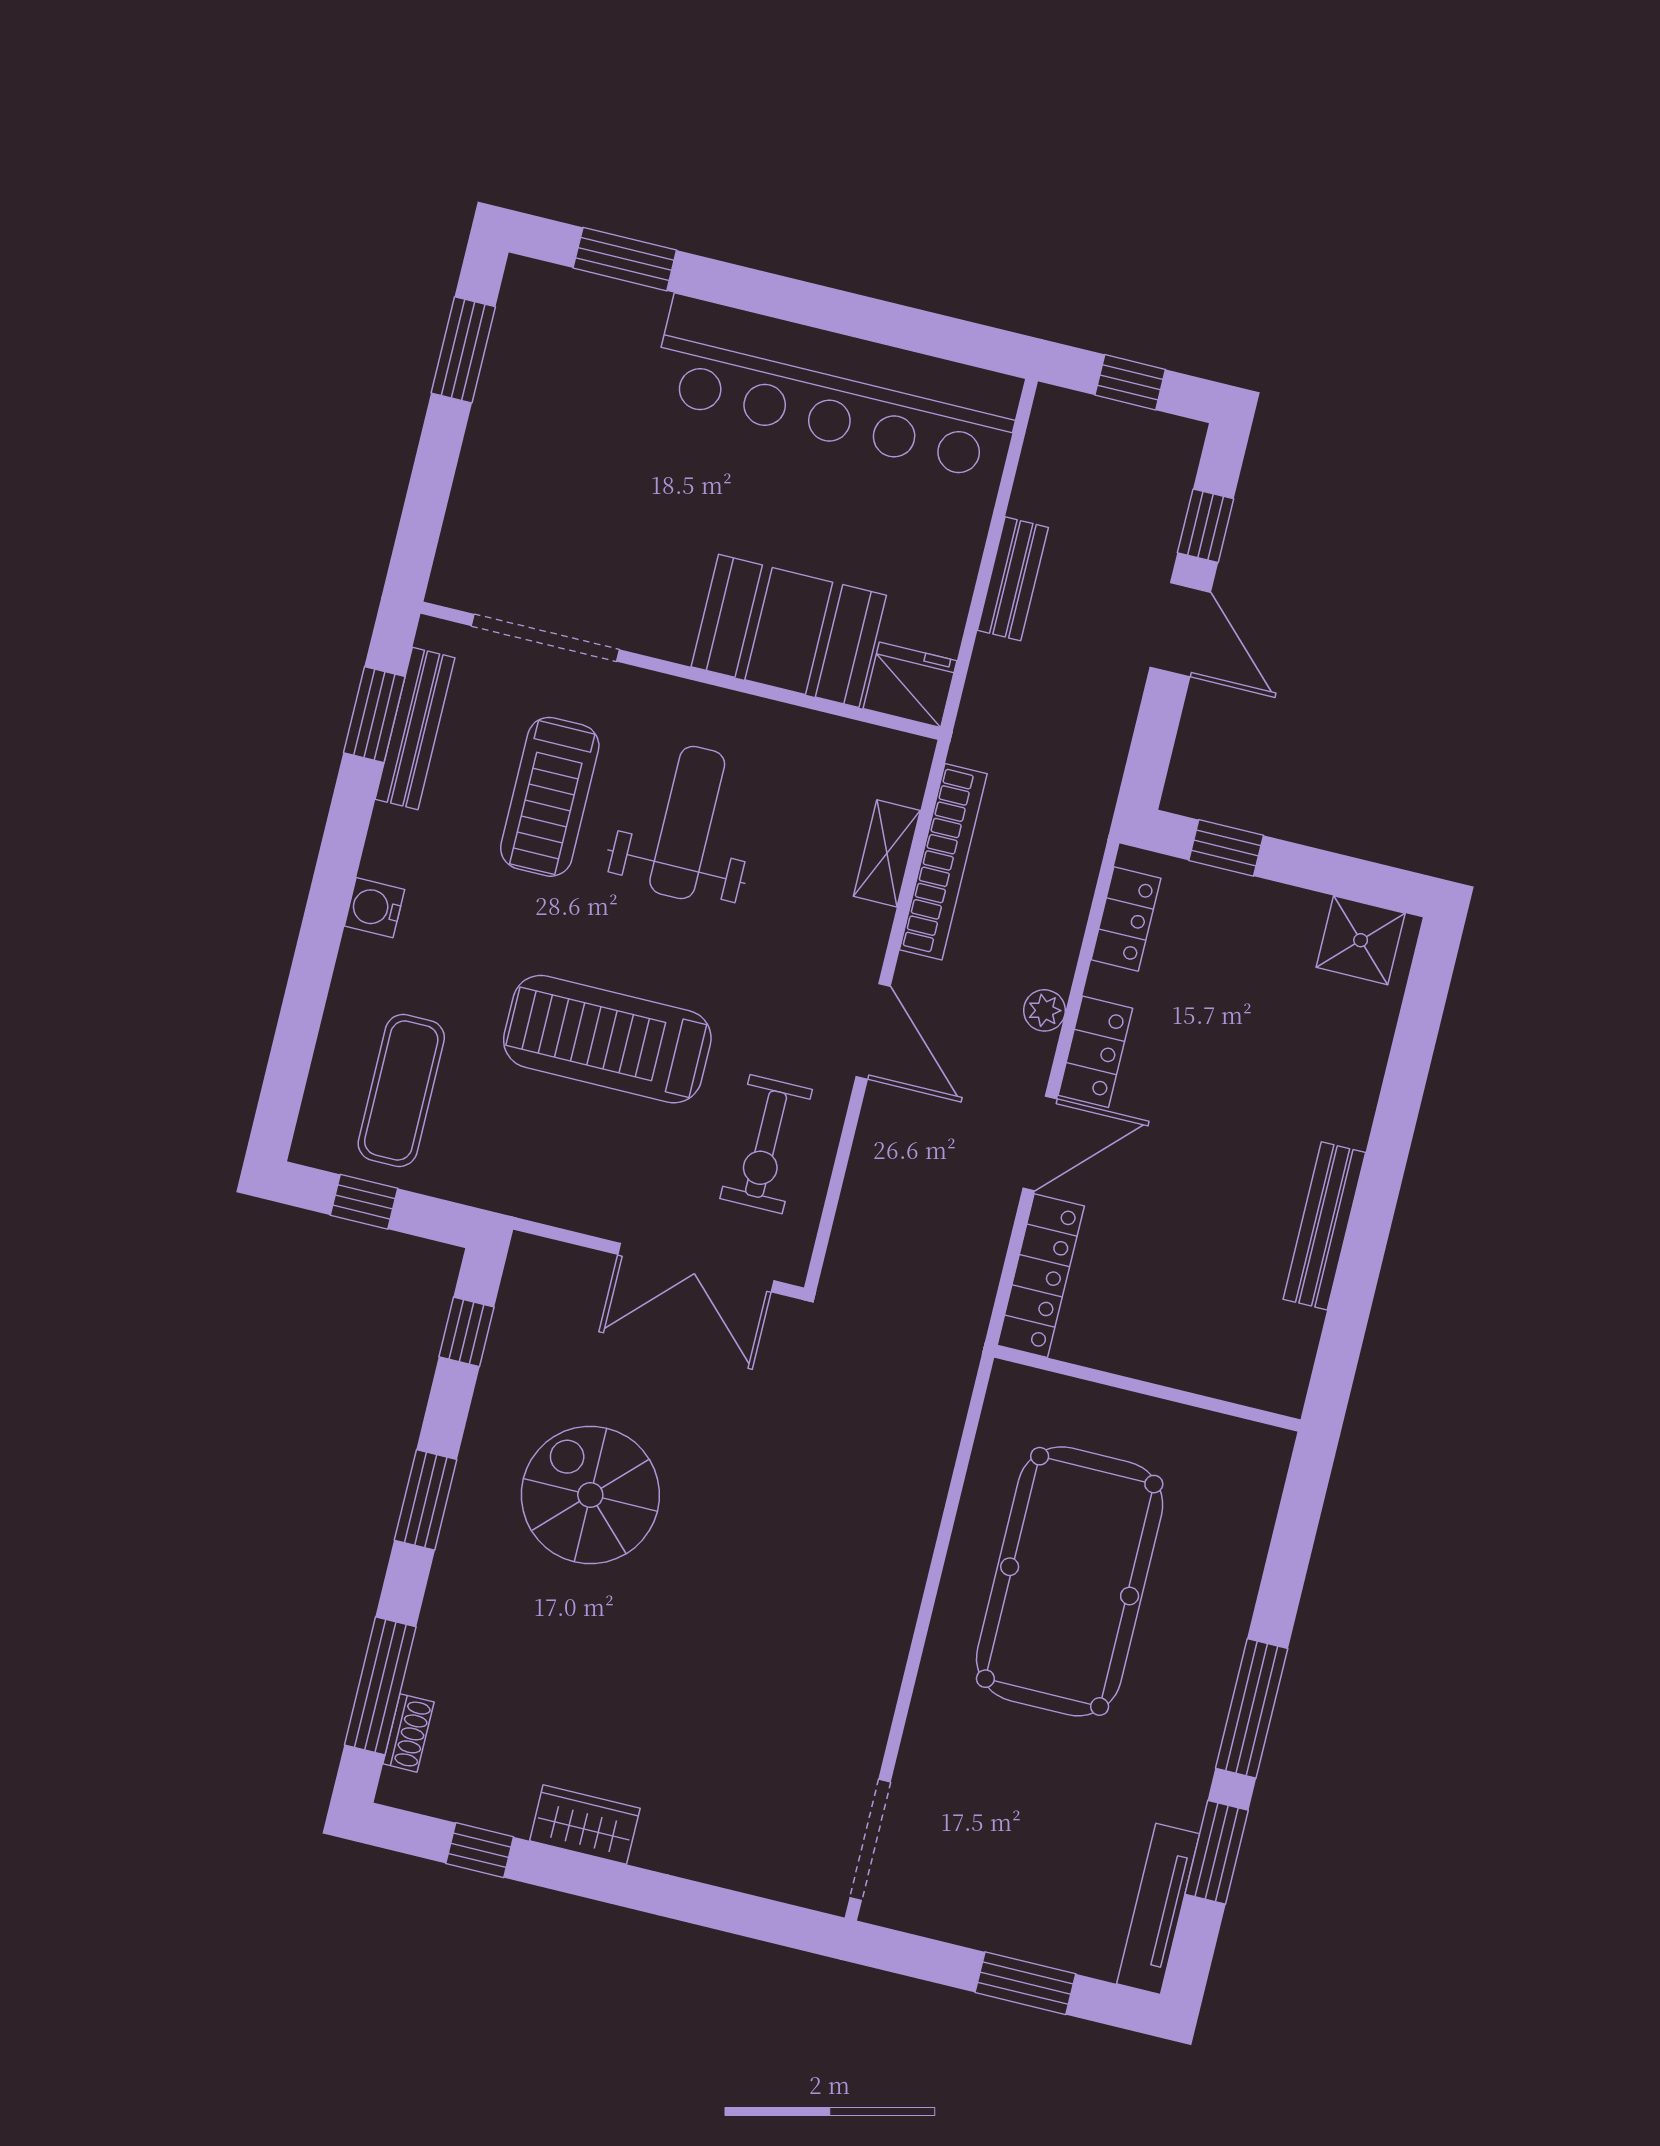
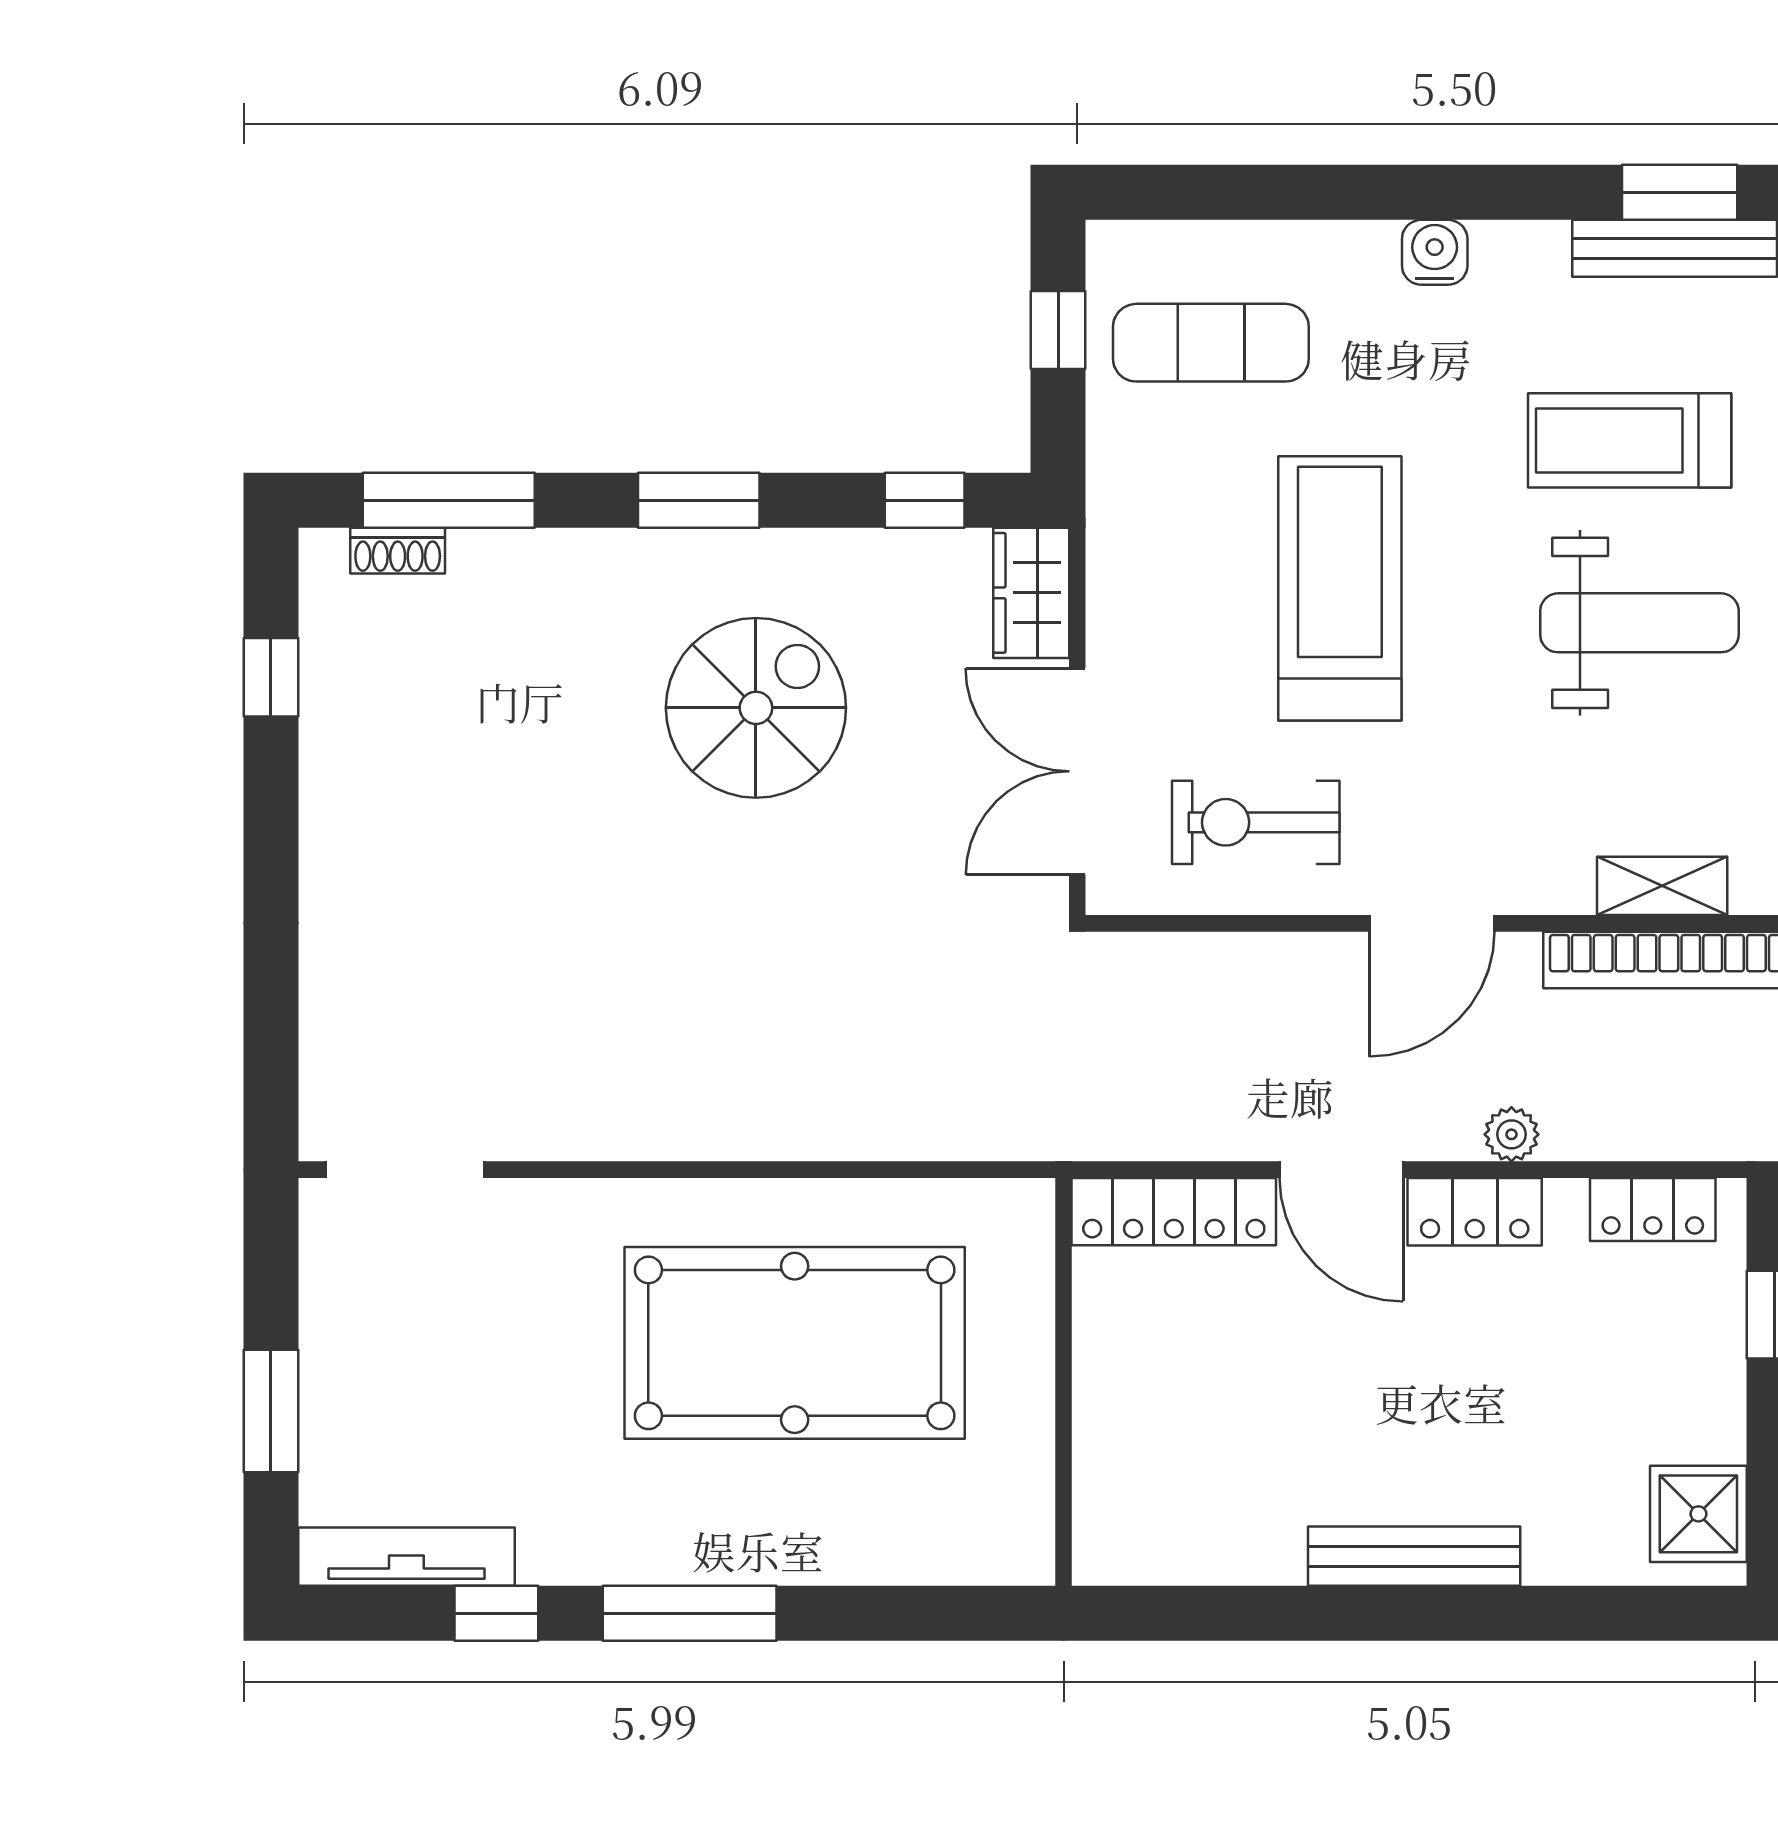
bench: (1324, 1226) -> (1414, 1556), moved
wardrobe: (585, 1824) -> (1031, 593), moved, turned 180
window: (1217, 1852) -> (496, 1613), width x0.67

